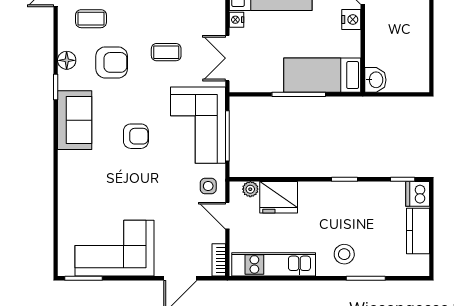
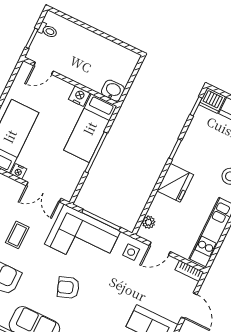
nightstand: (351, 20) -> (79, 96), moved
armchair: (136, 136) -> (68, 287), turned -110
fridge: (279, 197) -> (175, 183), moved

